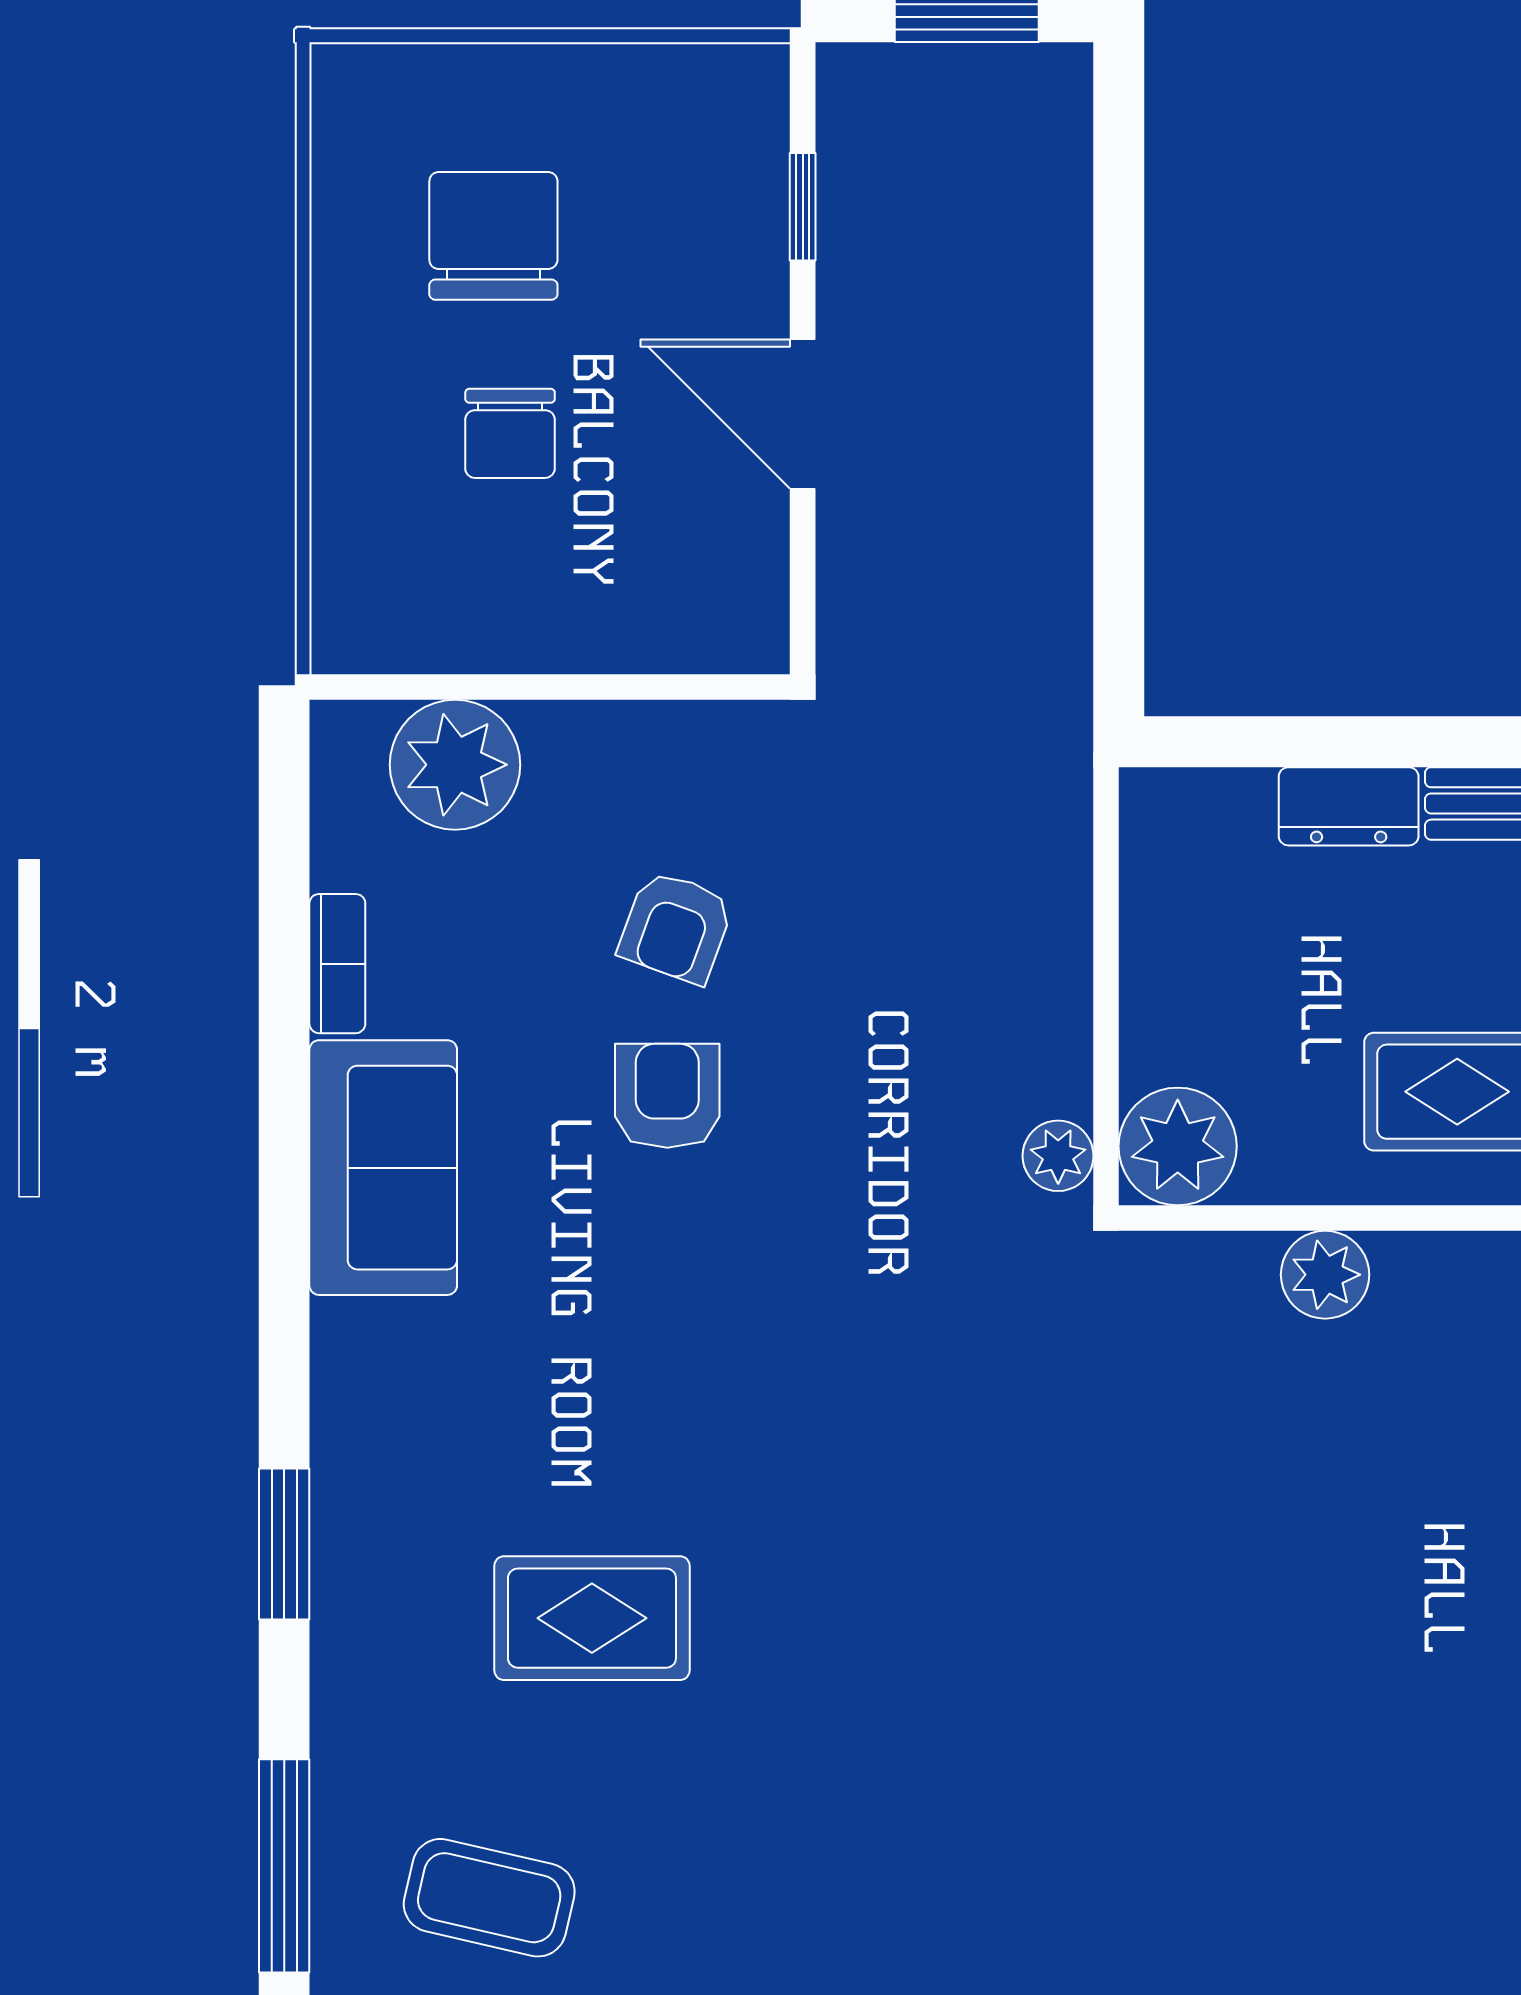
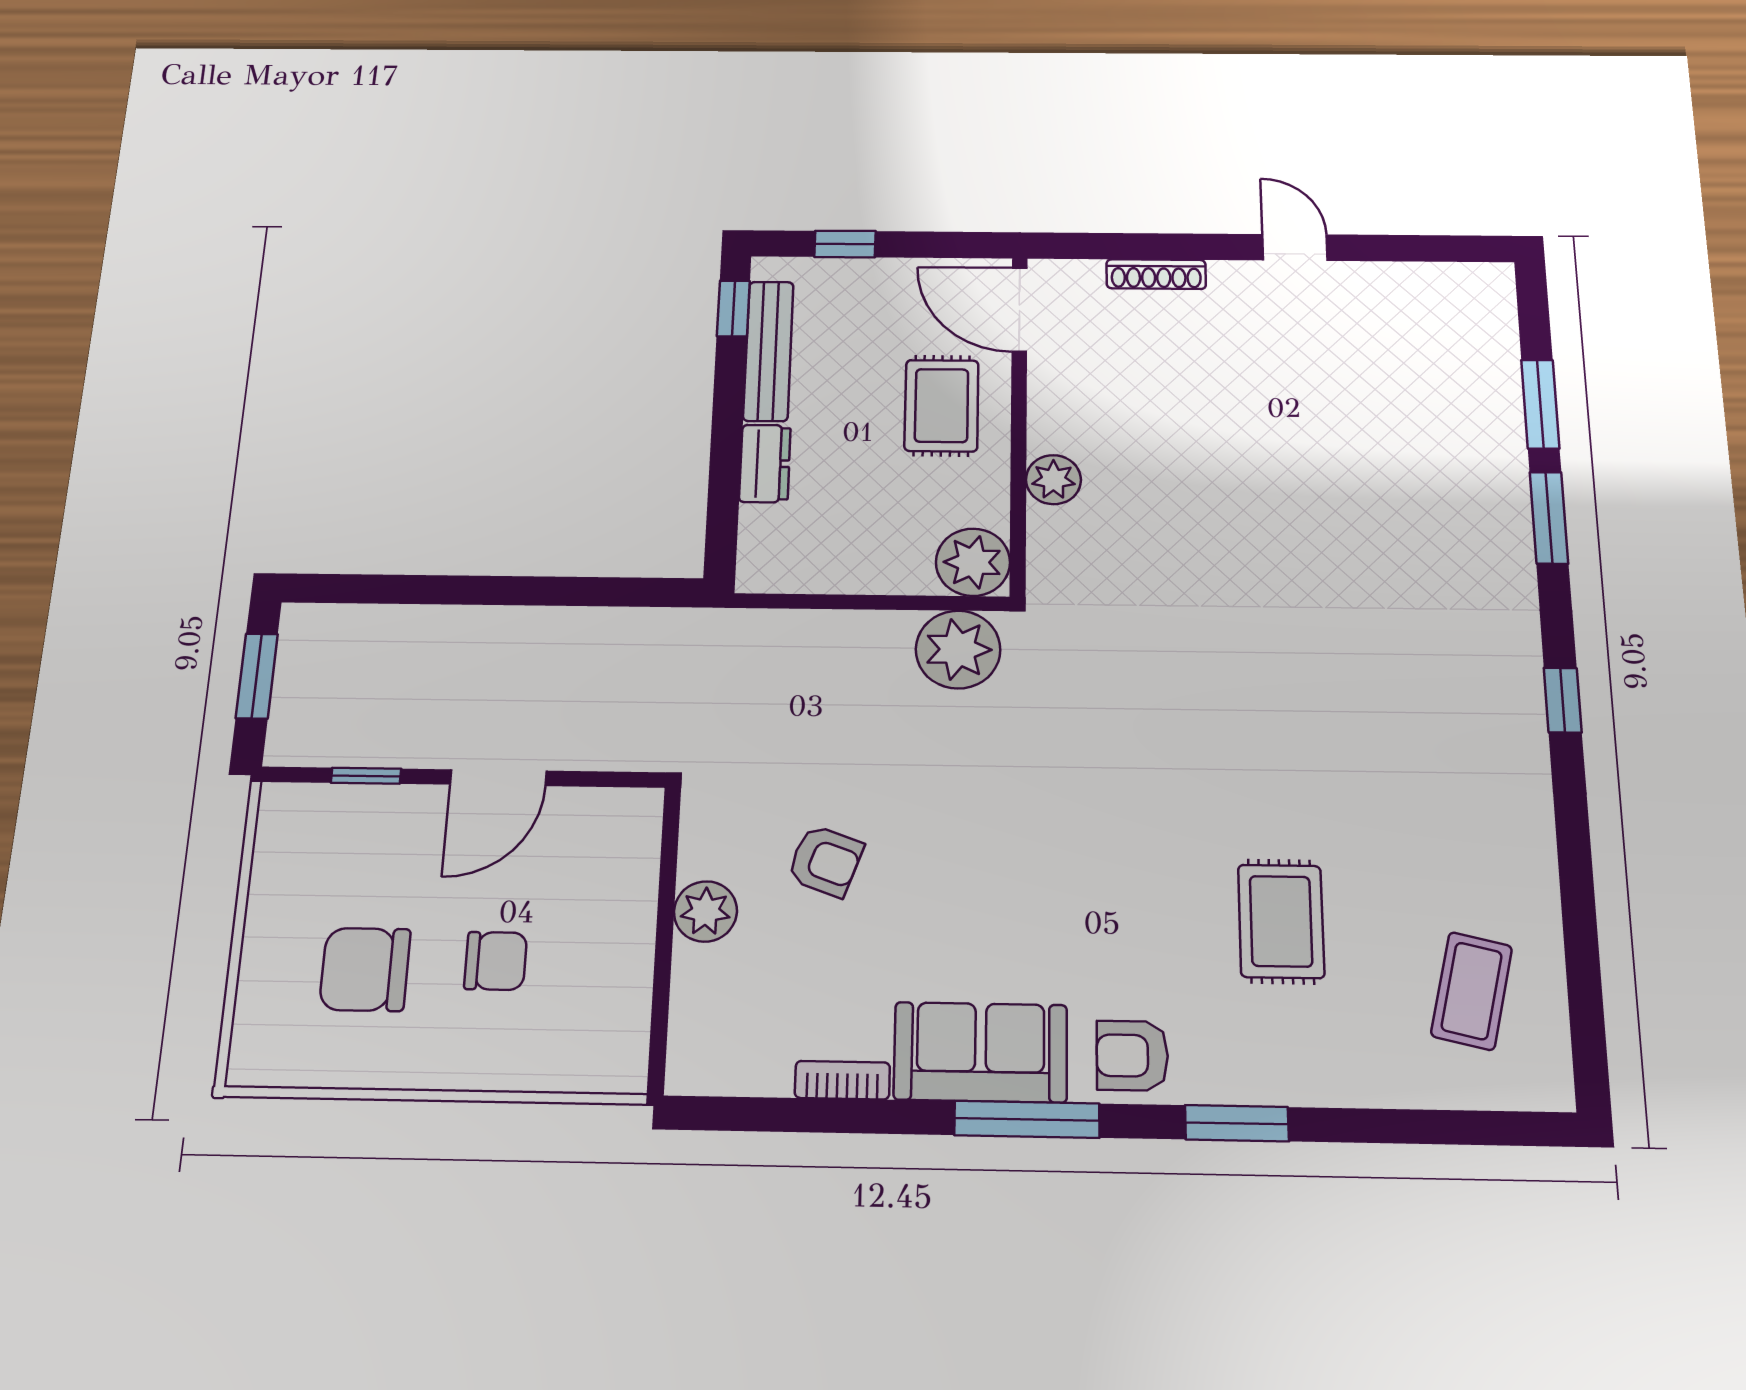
plant: (455, 765) -> (705, 911), moved, width x0.73, depth x0.73
armchair: (667, 1096) -> (1132, 1056), moved
plant: (1058, 1156) -> (958, 649), width x1.87, depth x1.87
window: (284, 1866) -> (1027, 1119), moved

